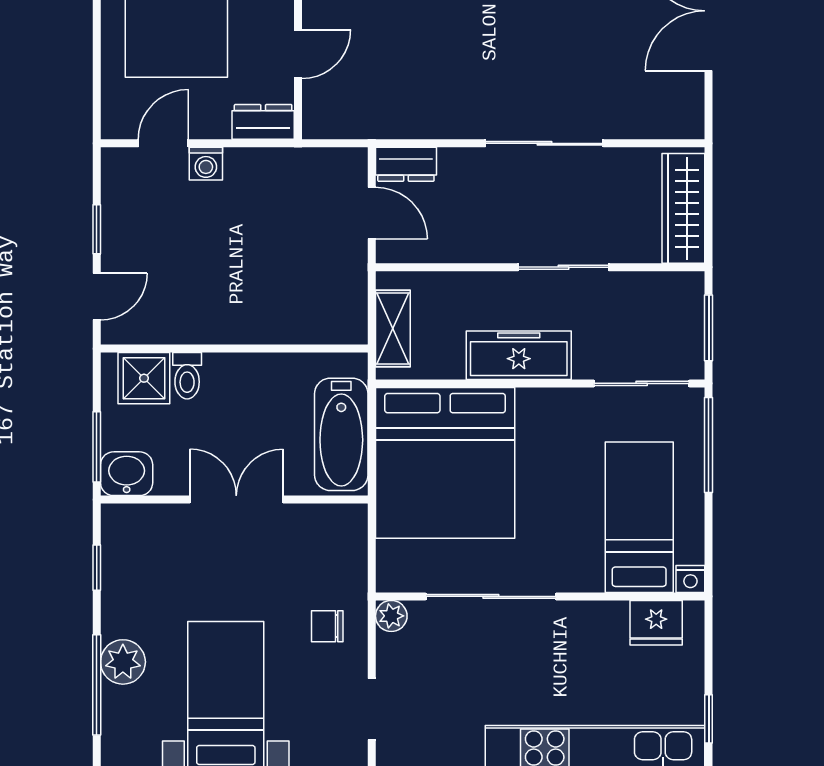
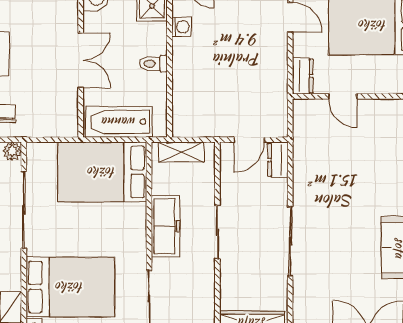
washing machine: (206, 164) -> (181, 27), moved, turned 180
sliding door: (563, 267) -> (217, 232), moved
toilet: (187, 376) -> (154, 64), moved
bed: (445, 463) -> (102, 172), width x0.73
bed: (639, 517) -> (70, 287), width x1.50

